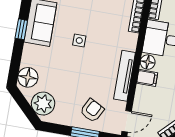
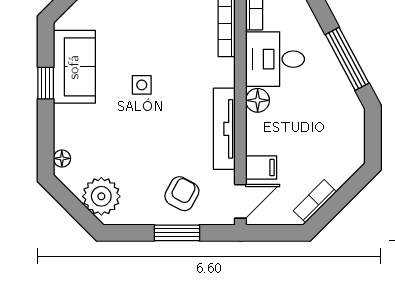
floor lamp: (28, 77) -> (62, 158), width x0.53, depth x0.53
filing cabinet: (147, 78) -> (261, 168), moved

